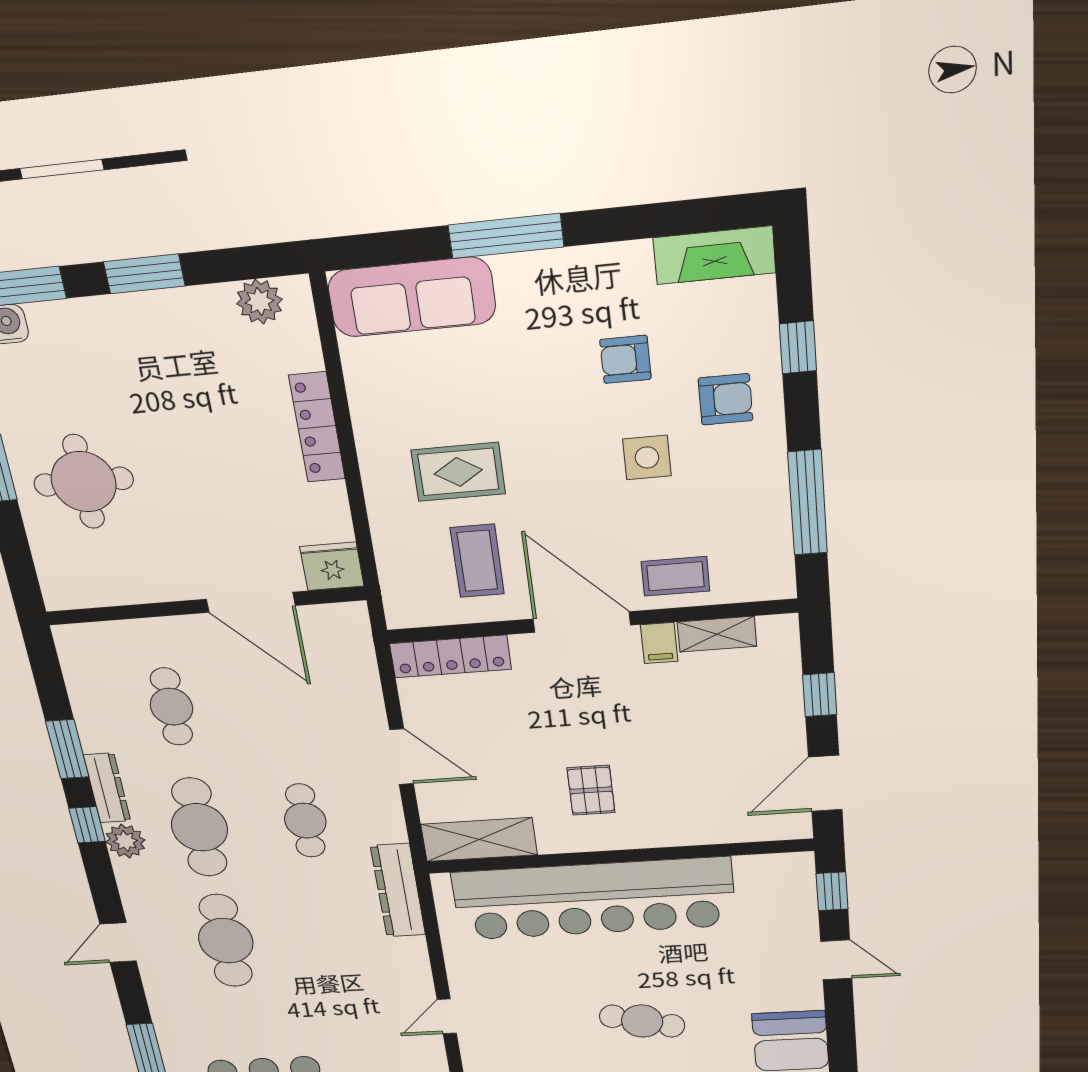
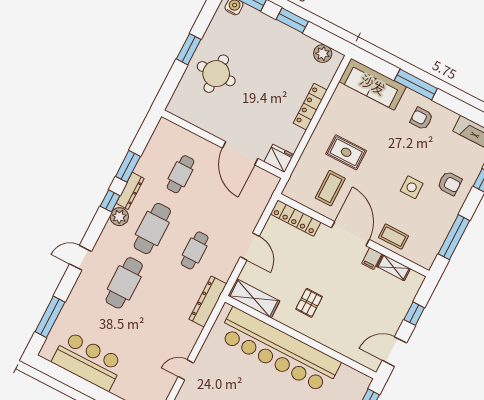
armchair: (625, 359) -> (421, 118), moved

